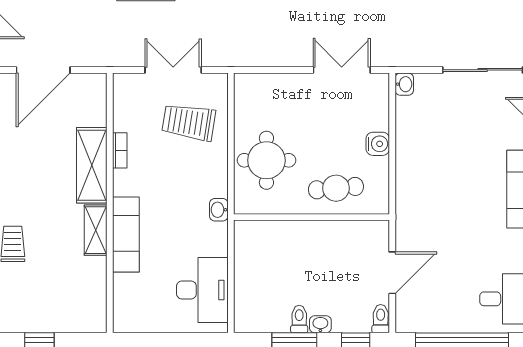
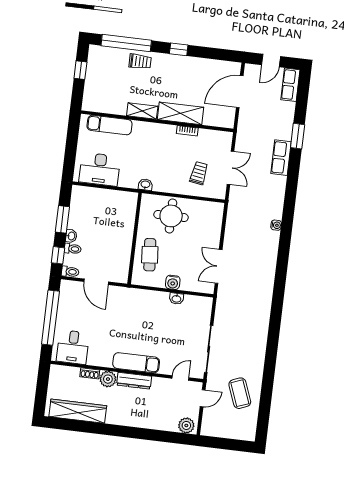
door: (43, 70) -> (240, 92), hinge flipped
double door: (342, 70) -> (219, 266), swing flipped
washbasin: (404, 84) -> (176, 299), moved
trolley: (189, 122) -> (199, 173), width x0.73, depth x0.72
exam couch: (126, 235) -> (110, 125), moved
toilet: (299, 319) -> (73, 249), moved

